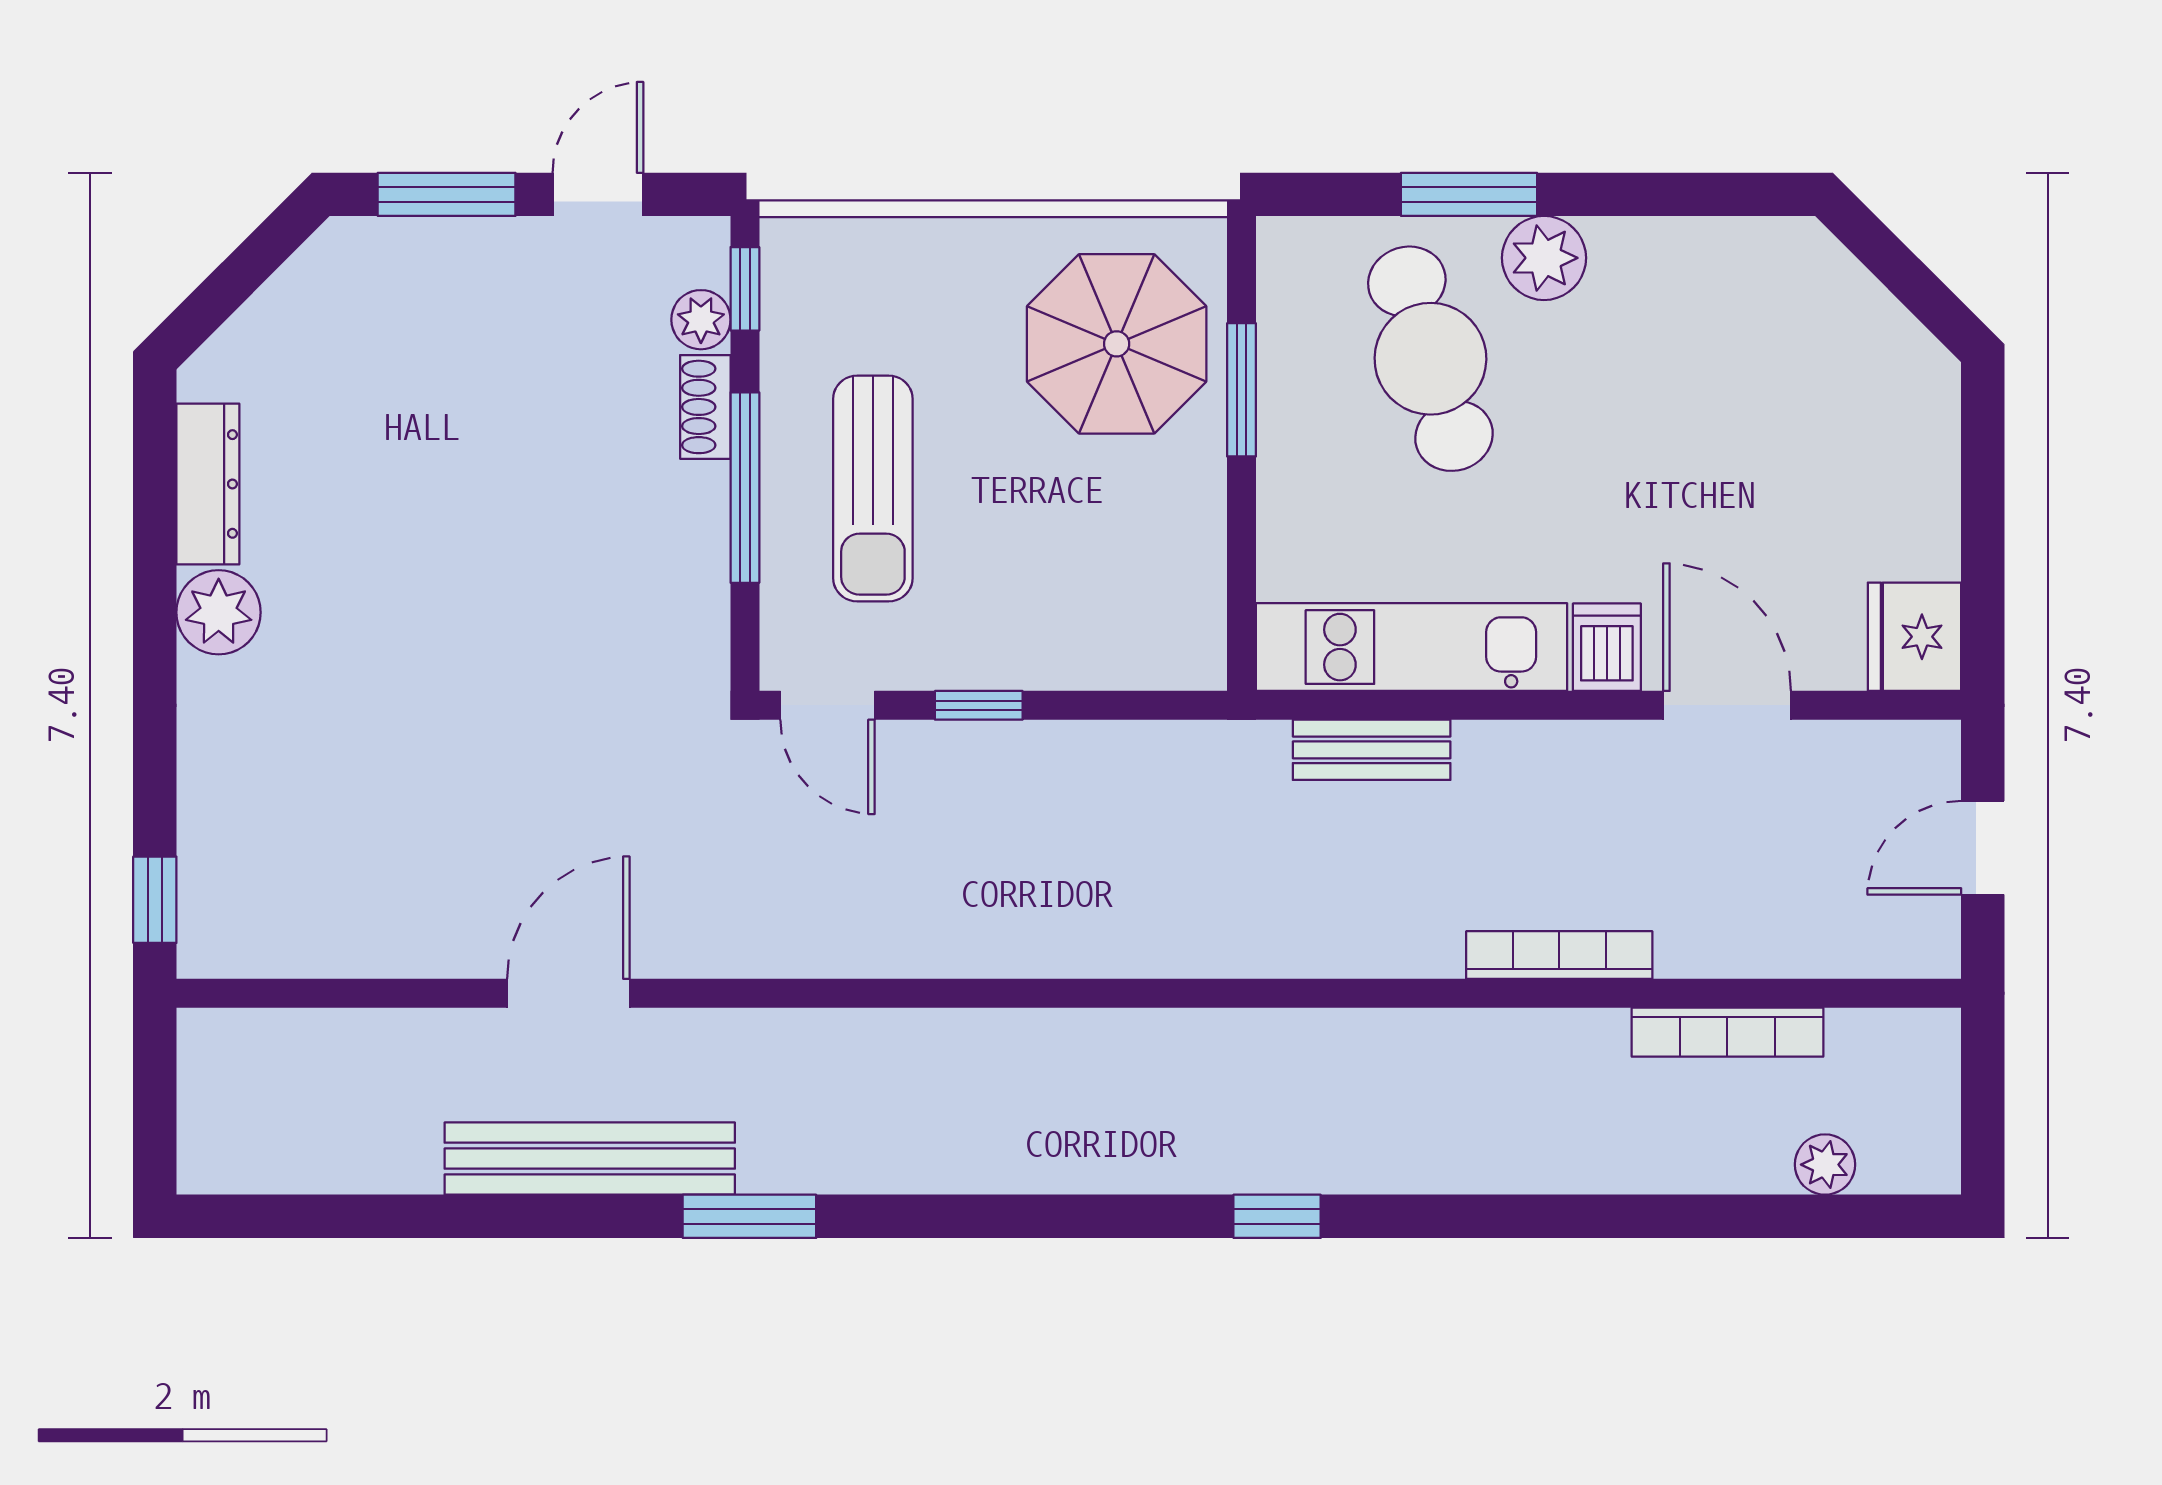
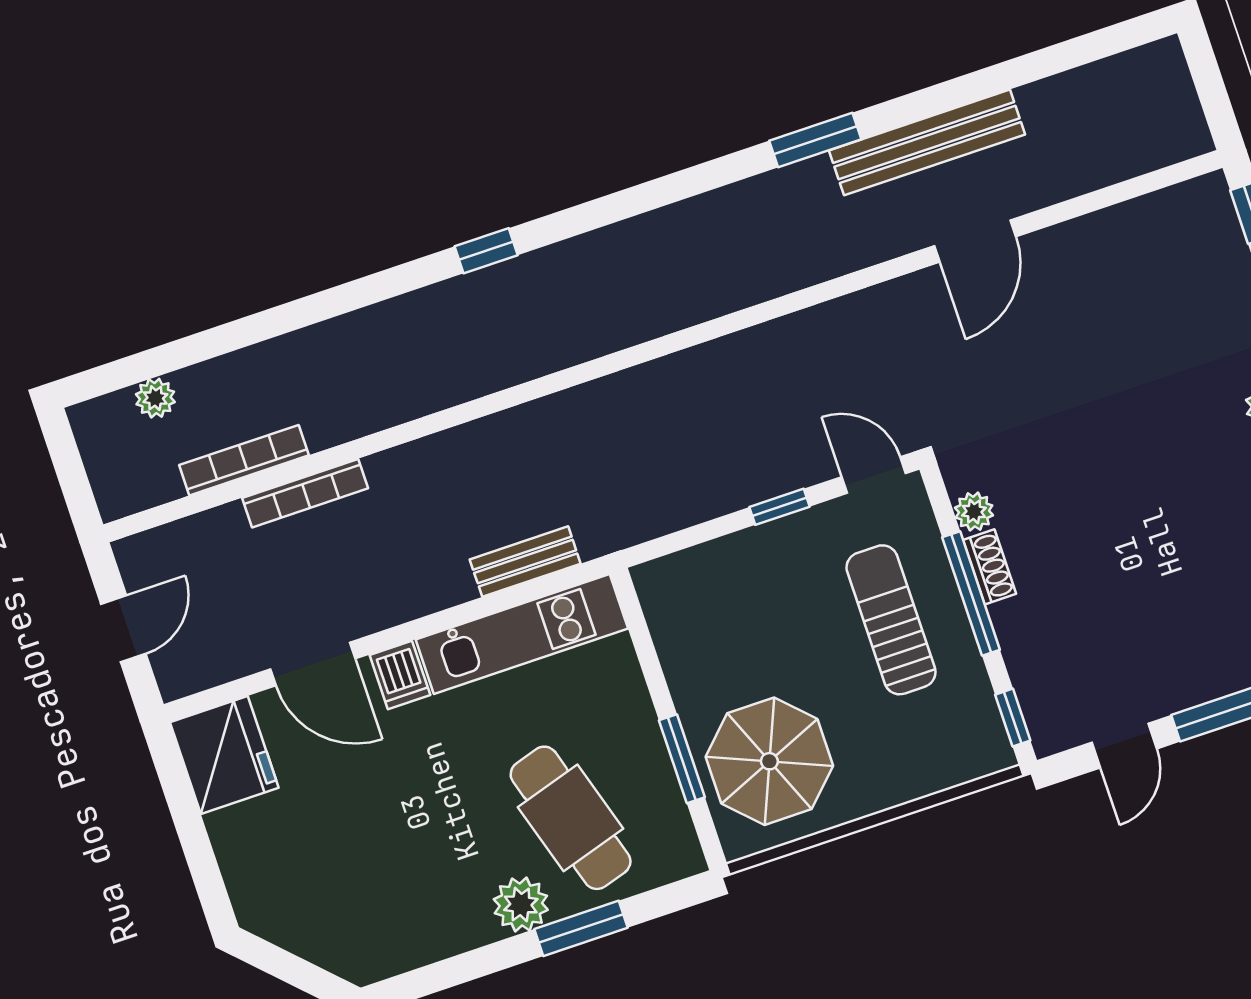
plant: (701, 320) -> (974, 512), moved
shoe rack: (705, 407) -> (990, 567), moved
fridge: (1915, 637) -> (224, 755), width x1.36, depth x1.34
bookcase: (1559, 955) -> (305, 493), moved

